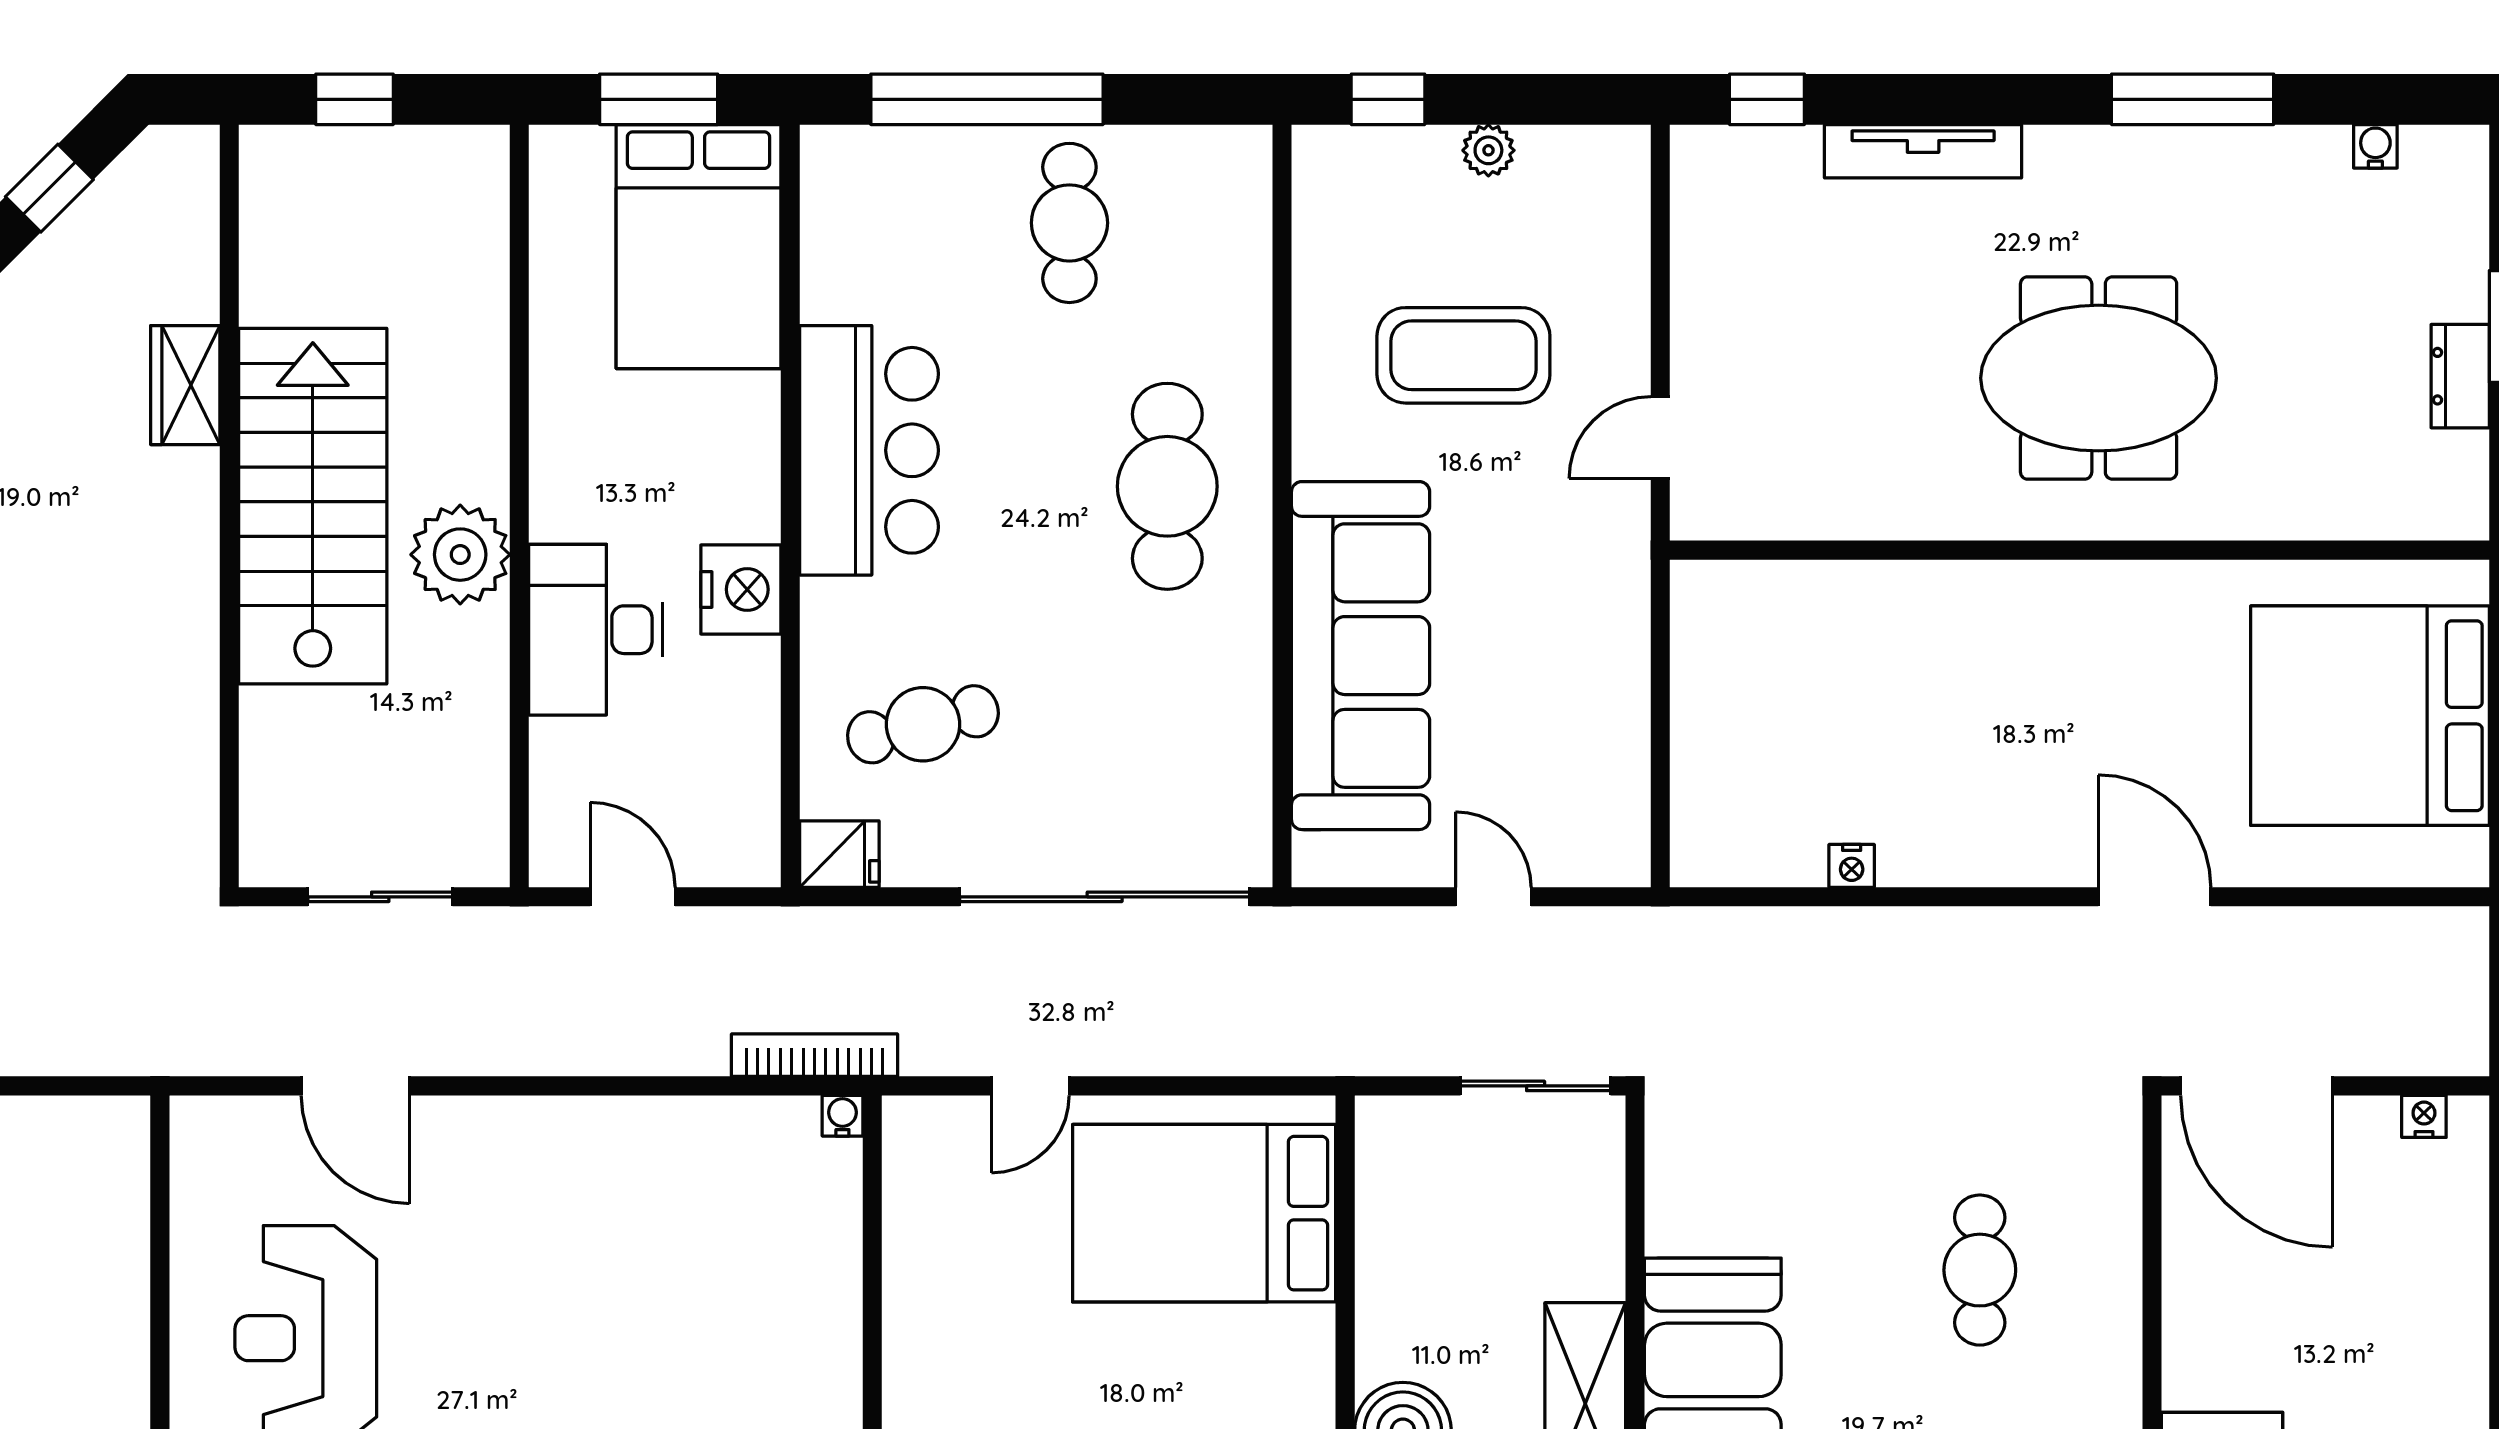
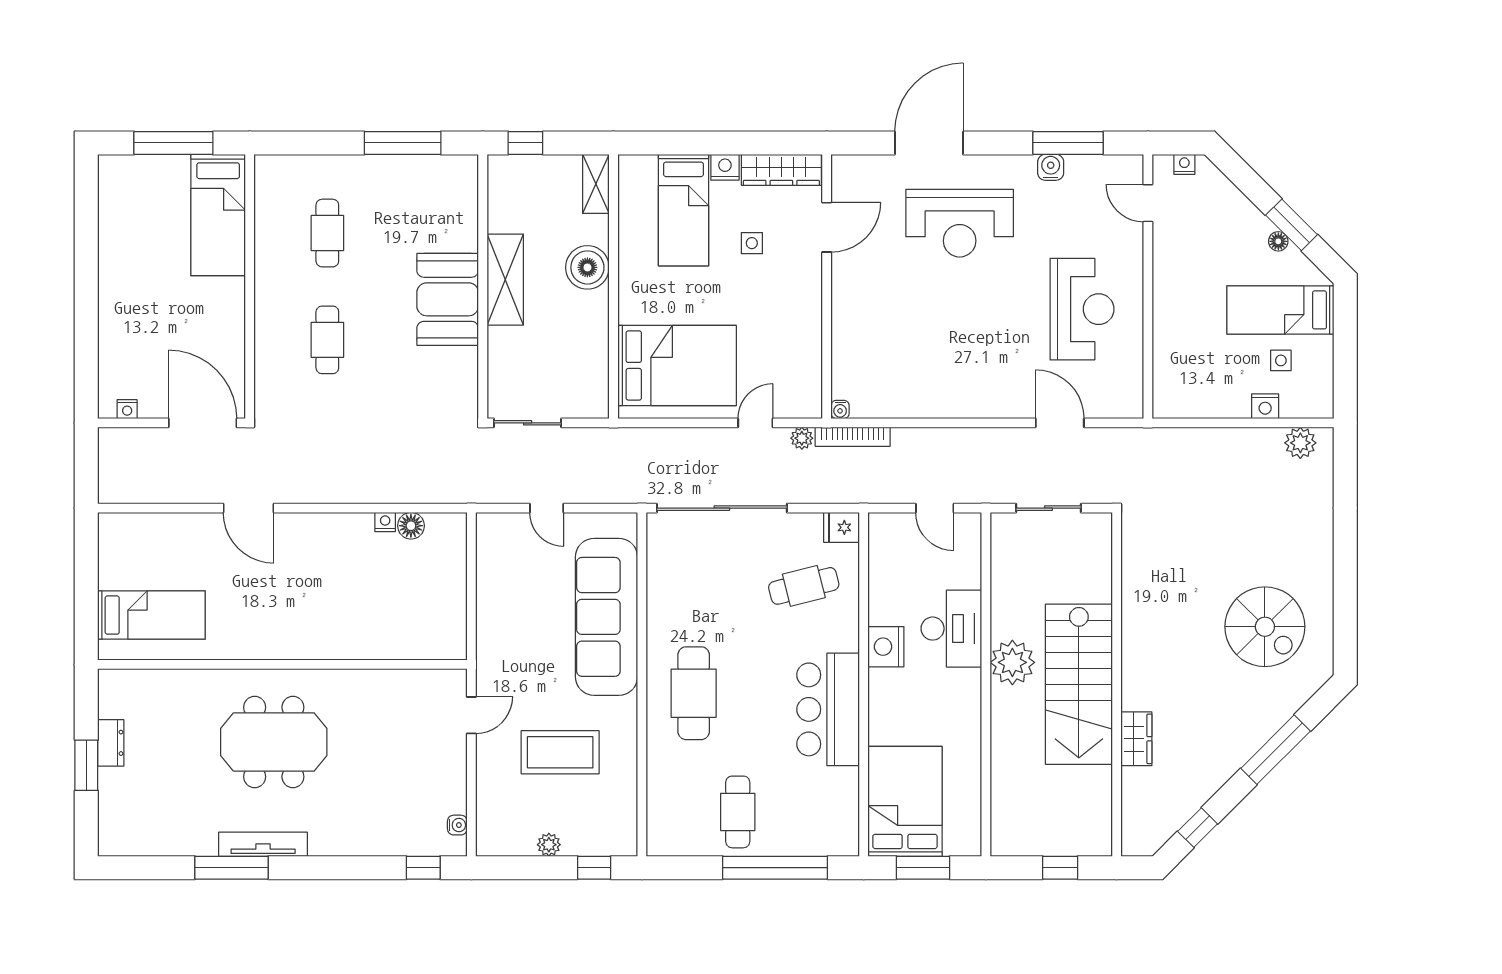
water cooler: (2375, 146) -> (457, 825), moved, turned -90
tv unit: (1923, 151) -> (263, 844), moved
bed: (2370, 716) -> (151, 615), width x0.49
floor lamp: (1794, 858) -> (411, 526), added
plant: (927, 1052) -> (802, 438), added

